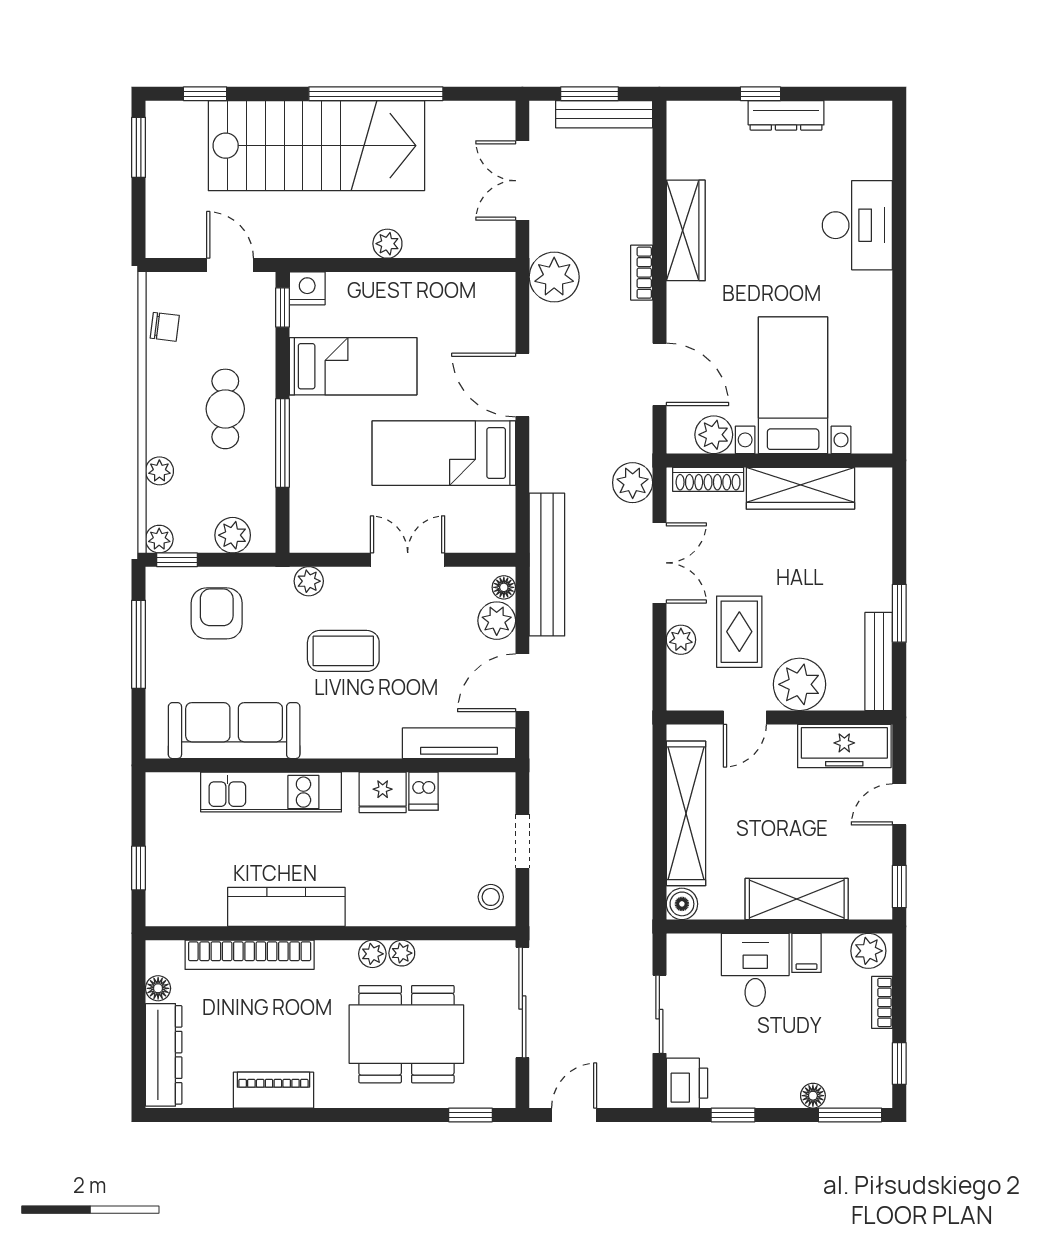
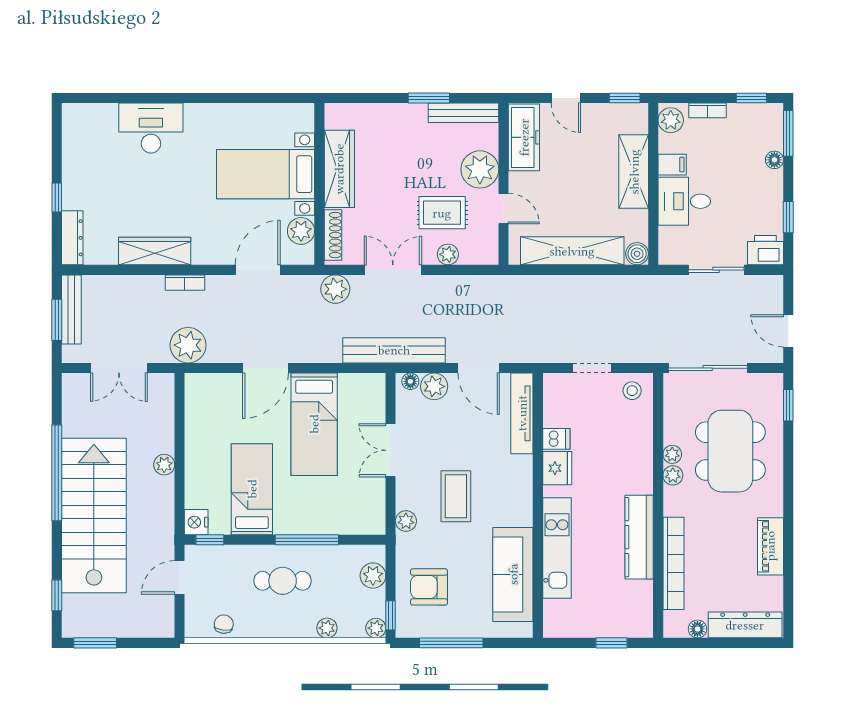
dresser: (786, 115) -> (72, 238), moved

